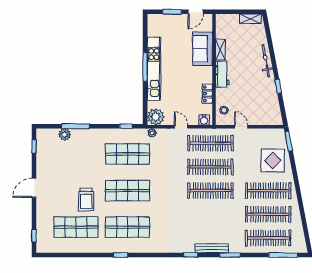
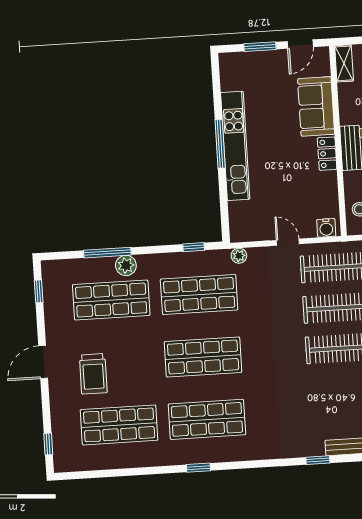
shelving: (220, 50) -> (344, 63), moved
locker: (207, 94) -> (327, 154), moved
plant: (156, 117) -> (243, 228), removed
plant: (65, 134) -> (126, 265), moved
shop shelf: (76, 154) -> (111, 300), added
trolley: (86, 200) -> (93, 374), moved

